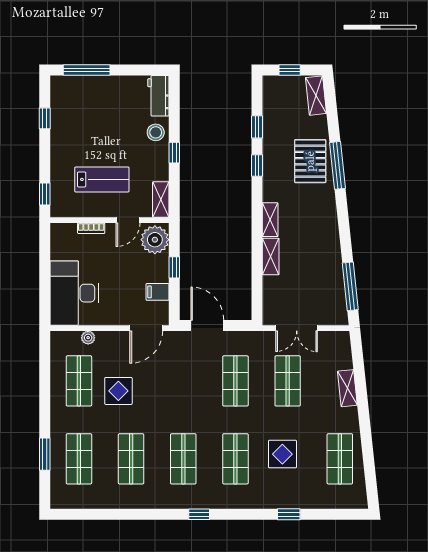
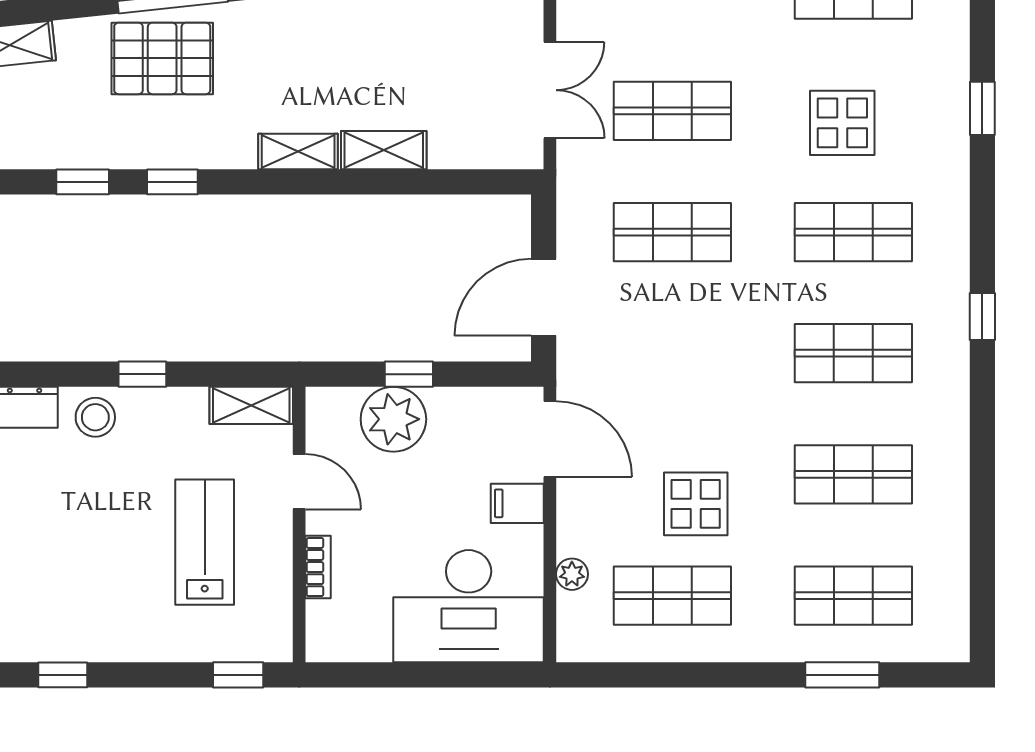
plant: (155, 240) -> (393, 419), moved
filing cabinet: (158, 292) -> (517, 503), moved, turned 90

